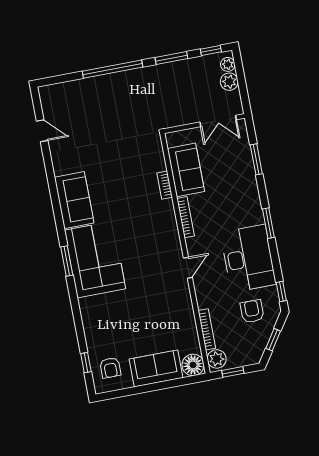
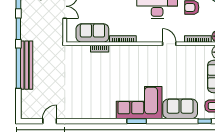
bench: (119, 81) -> (27, 65), added
sofa: (74, 200) -> (180, 109), moved
door: (188, 268) -> (169, 44), moved

